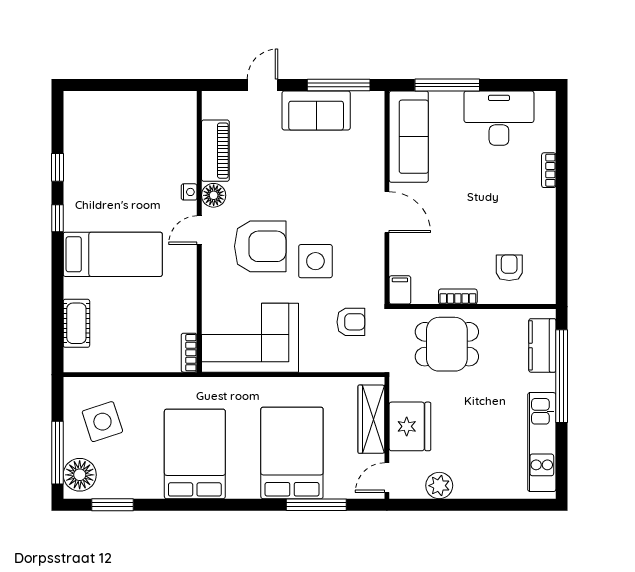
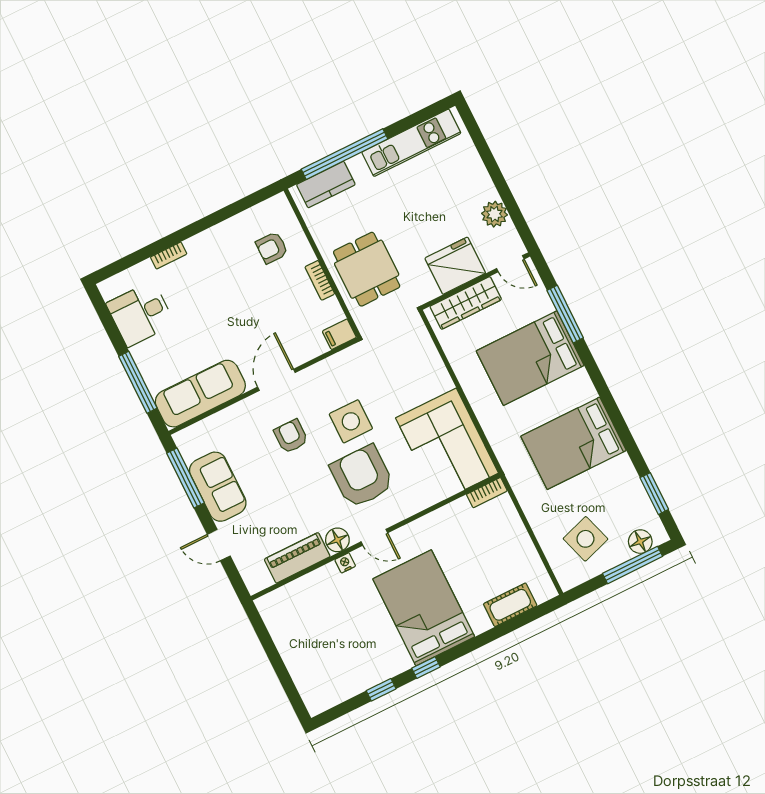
desk: (499, 118) -> (140, 314), width x0.73
bed: (113, 254) -> (424, 608), width x1.50
armchair: (351, 322) -> (291, 436), moved
floor lamp: (80, 475) -> (640, 542), width x0.73, depth x0.73

